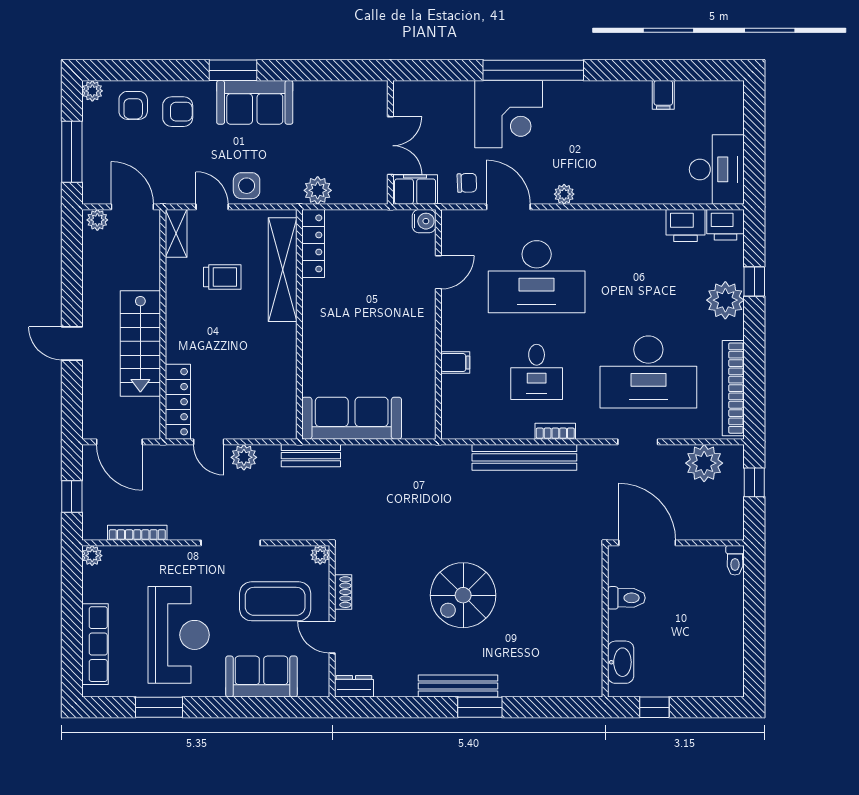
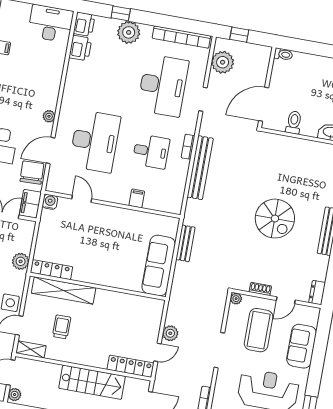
chair: (467, 183) -> (32, 172), width x1.87, depth x1.87
bench: (311, 456) -> (185, 243), moved

